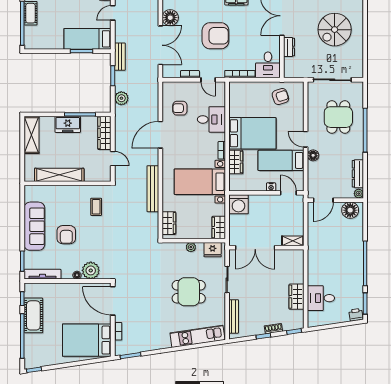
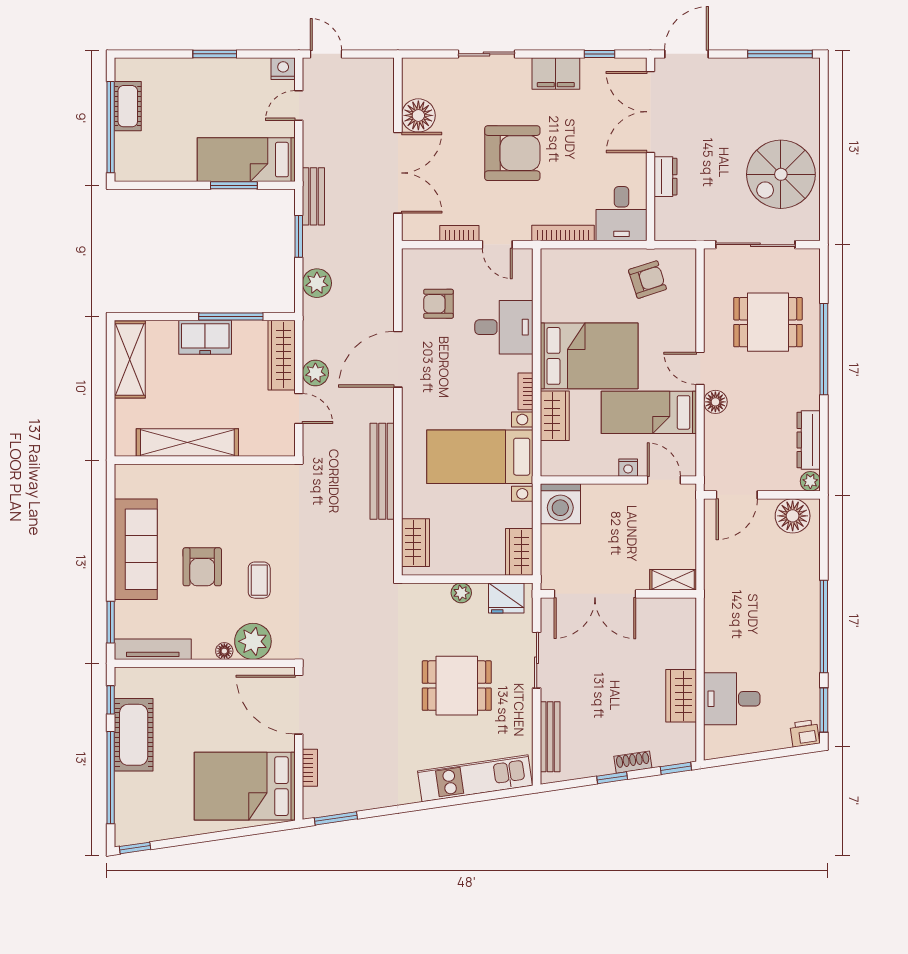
spiral stairs: (335, 30) -> (781, 174), moved
dining table: (338, 117) -> (768, 322), turned 90
plant: (121, 141) -> (315, 373), added
coffee table: (96, 207) -> (259, 580), moved

